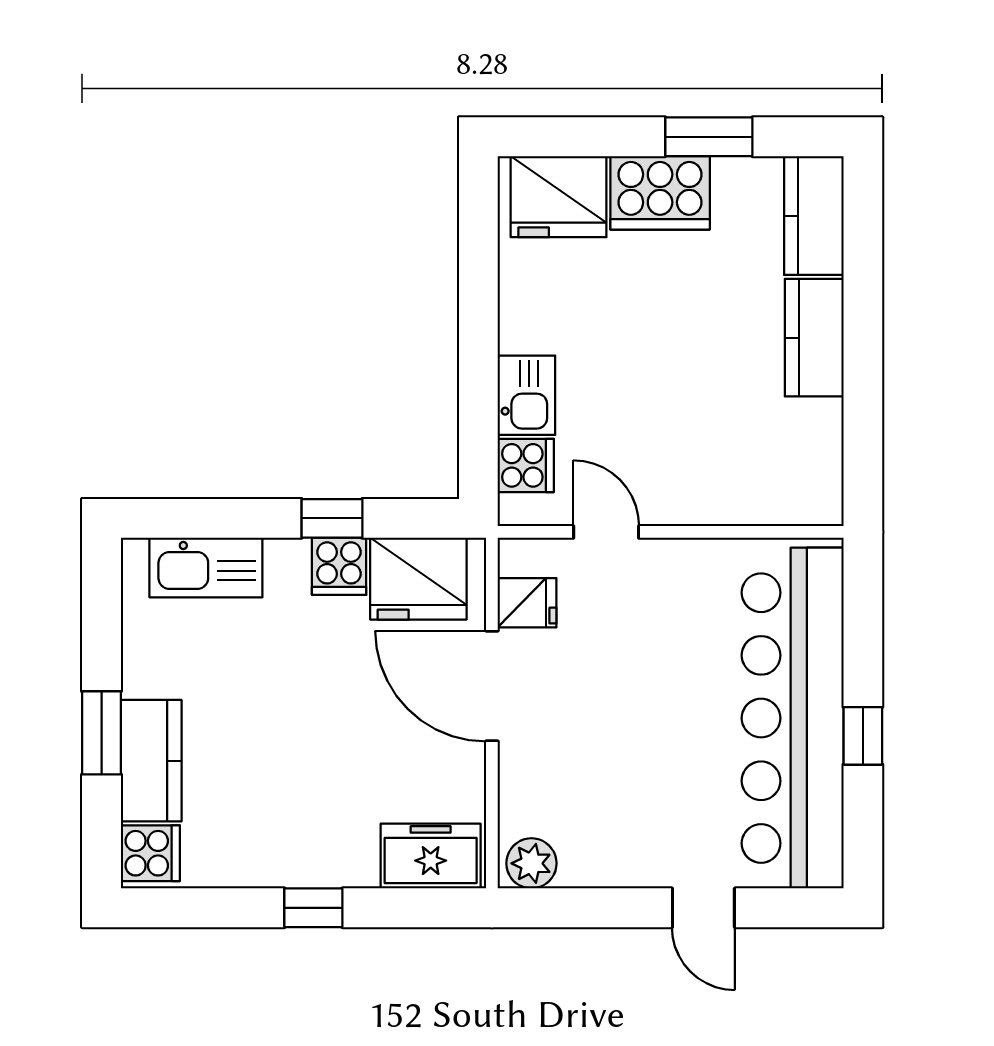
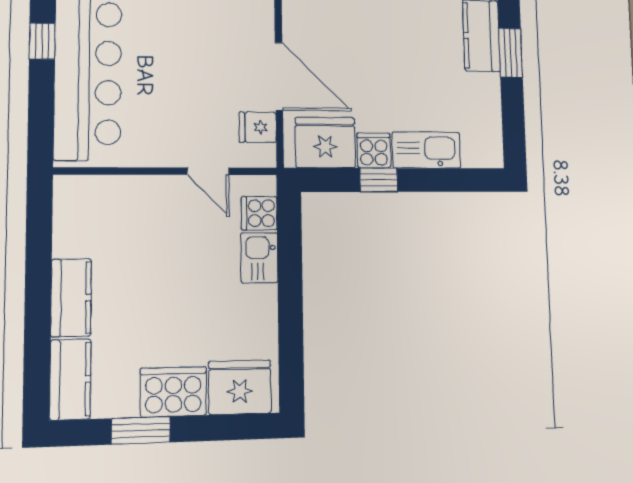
kitchen sink: (206, 568) -> (426, 150), moved

